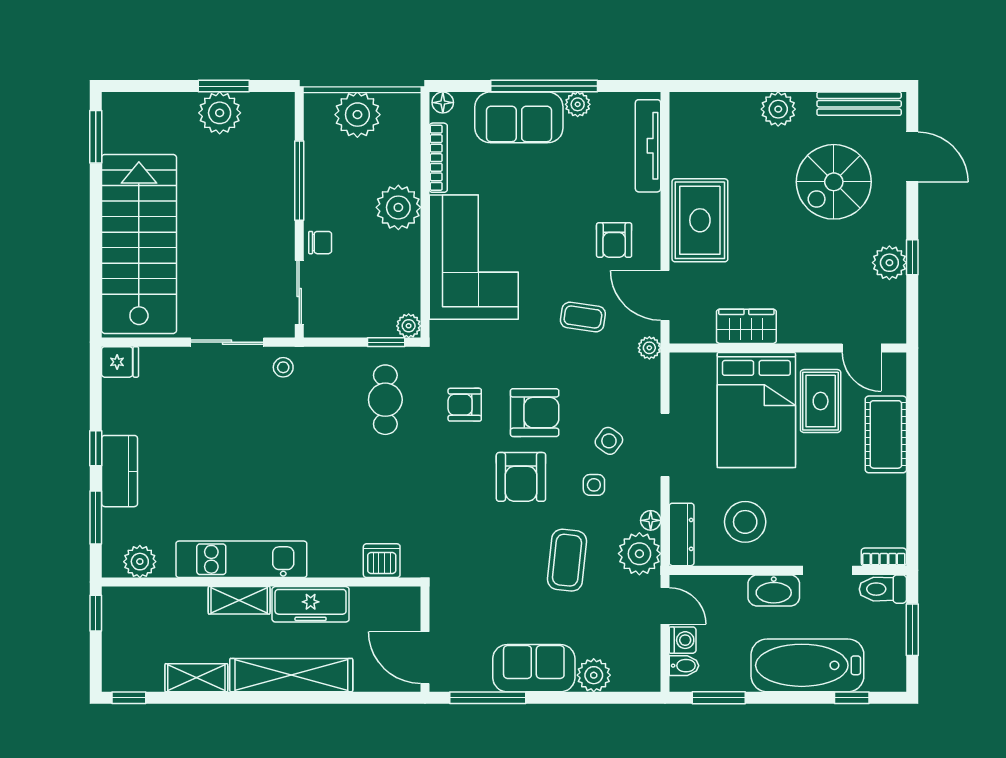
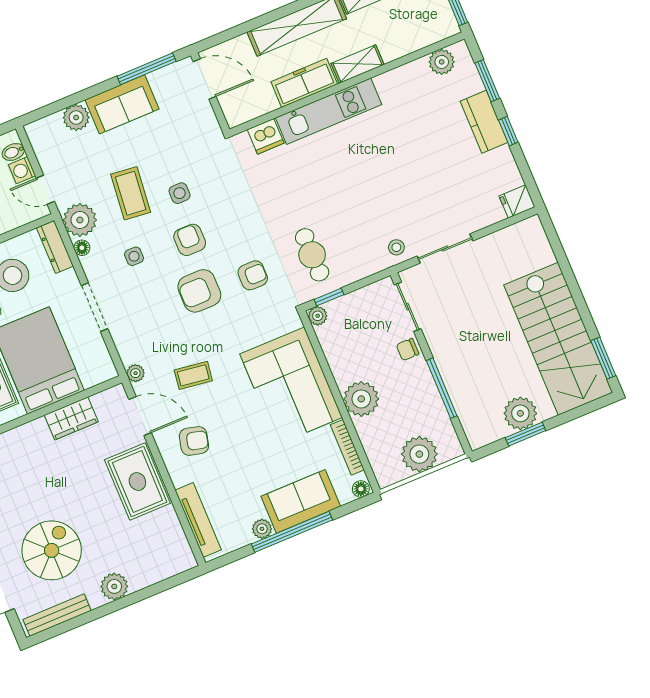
armchair: (614, 240) -> (194, 441), turned 104
stairs: (139, 244) -> (558, 339), moved
side table: (609, 441) -> (180, 193), moved, turned -36
armchair: (521, 477) -> (190, 240), width x0.72, depth x0.72
kitchen unit: (241, 559) -> (329, 111), moved

